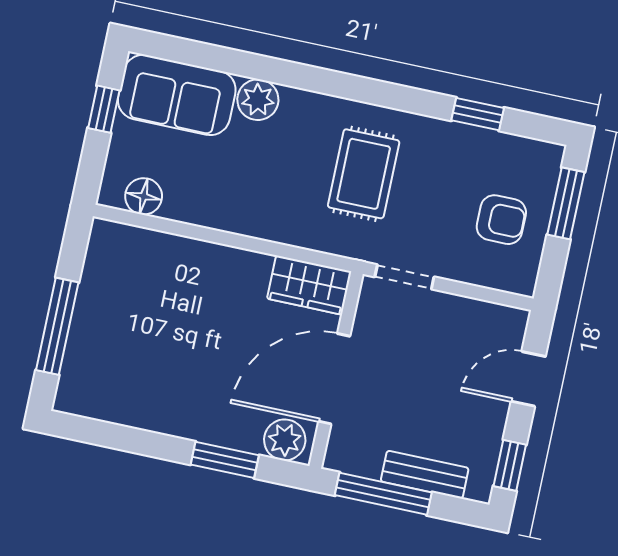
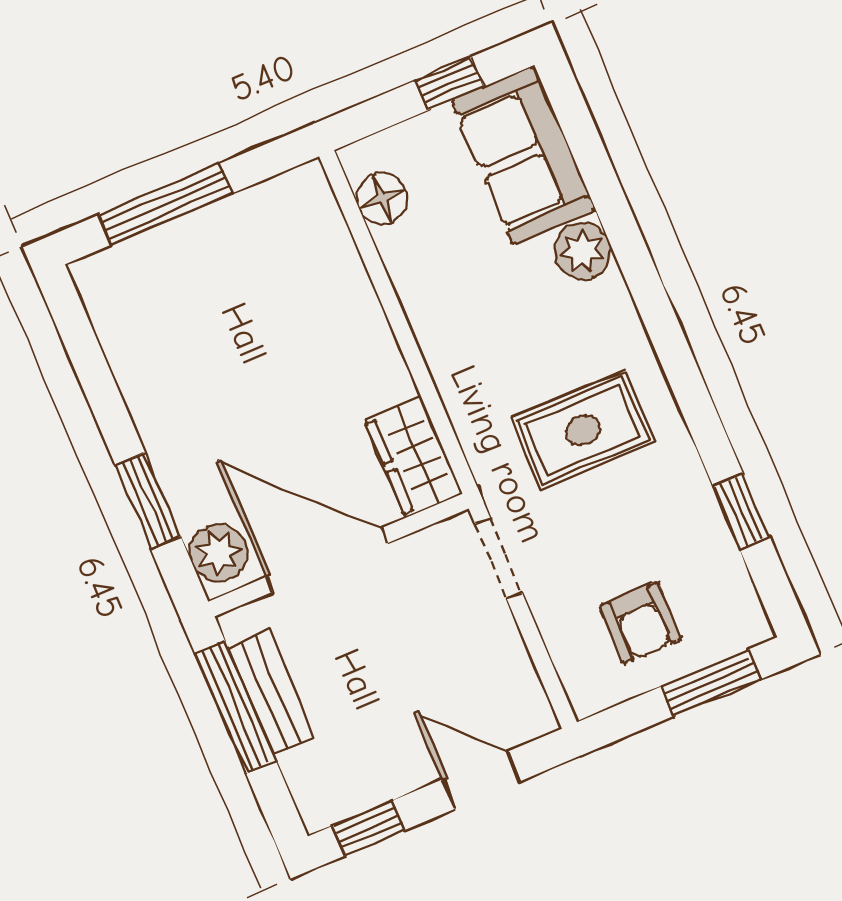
bench: (425, 475) -> (271, 693), moved

